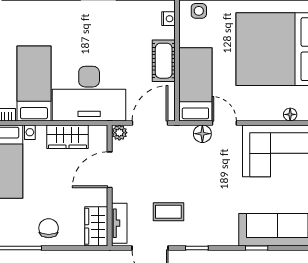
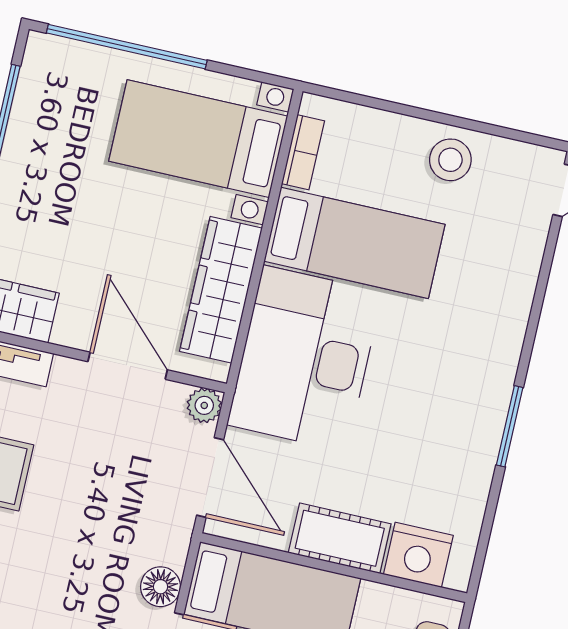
nightstand: (168, 19) -> (418, 555), width x1.89, depth x1.79
wardrobe: (67, 137) -> (221, 290), width x1.50
chair: (49, 228) -> (30, 203), removed

